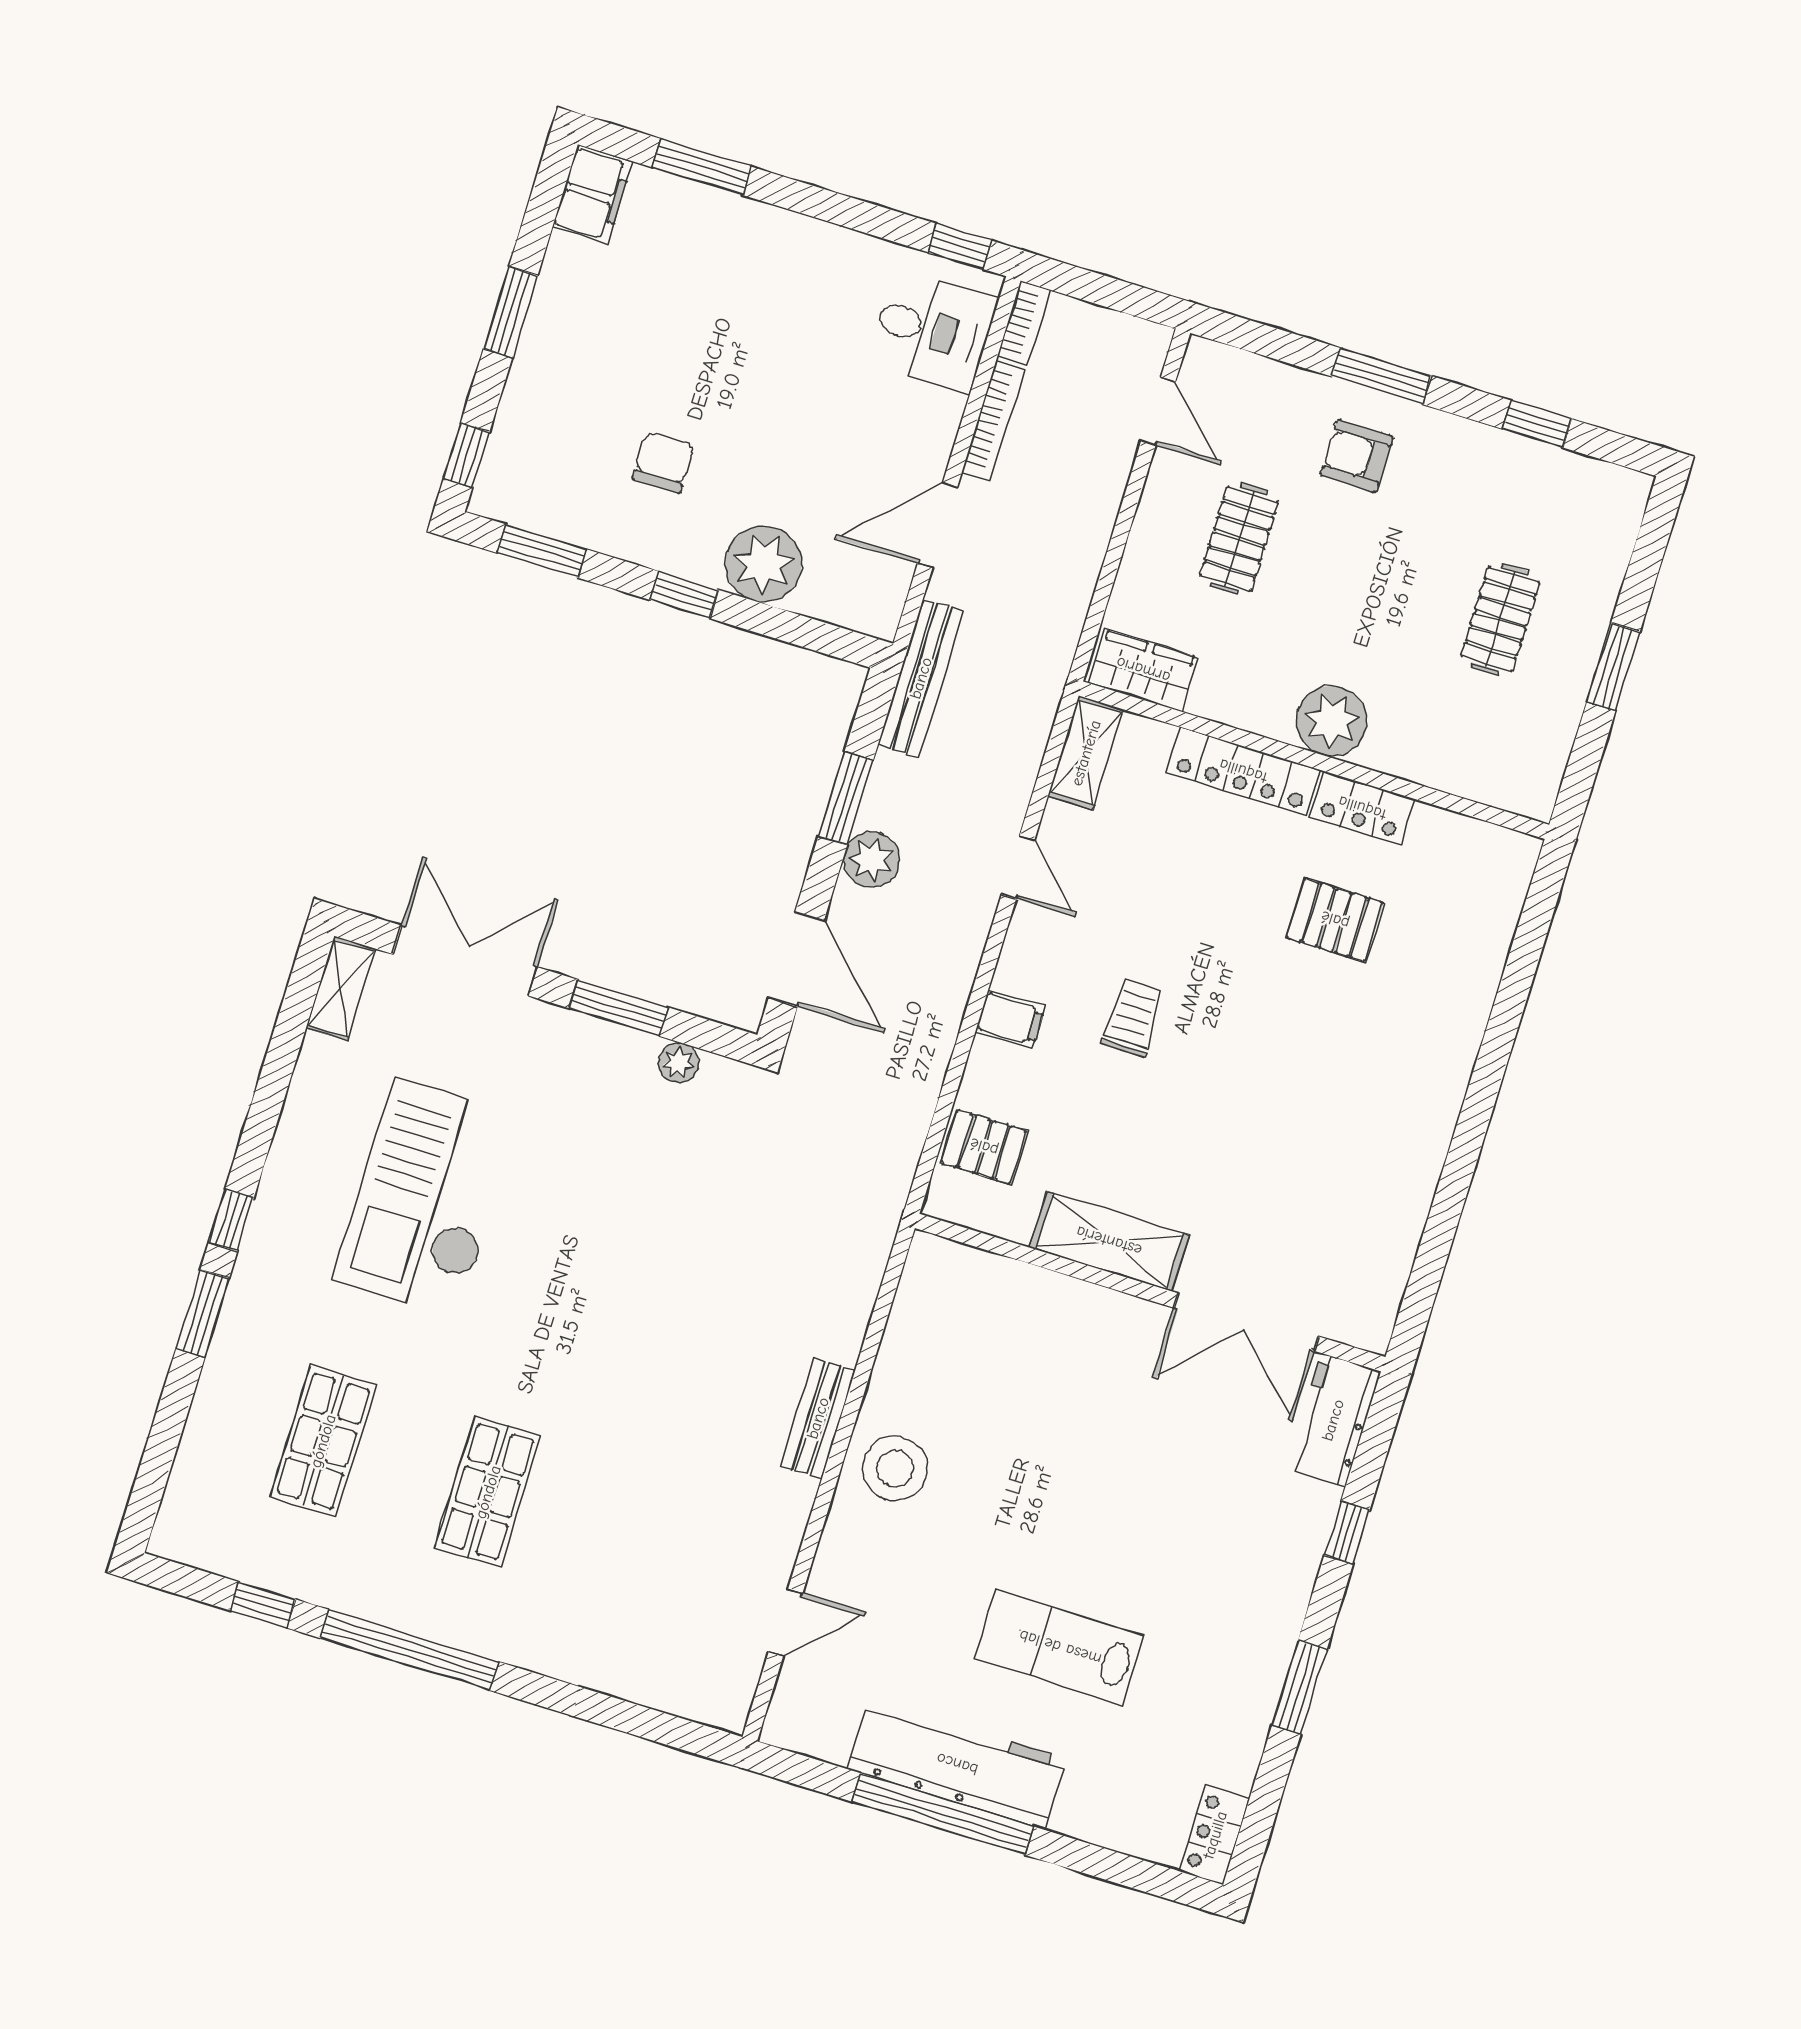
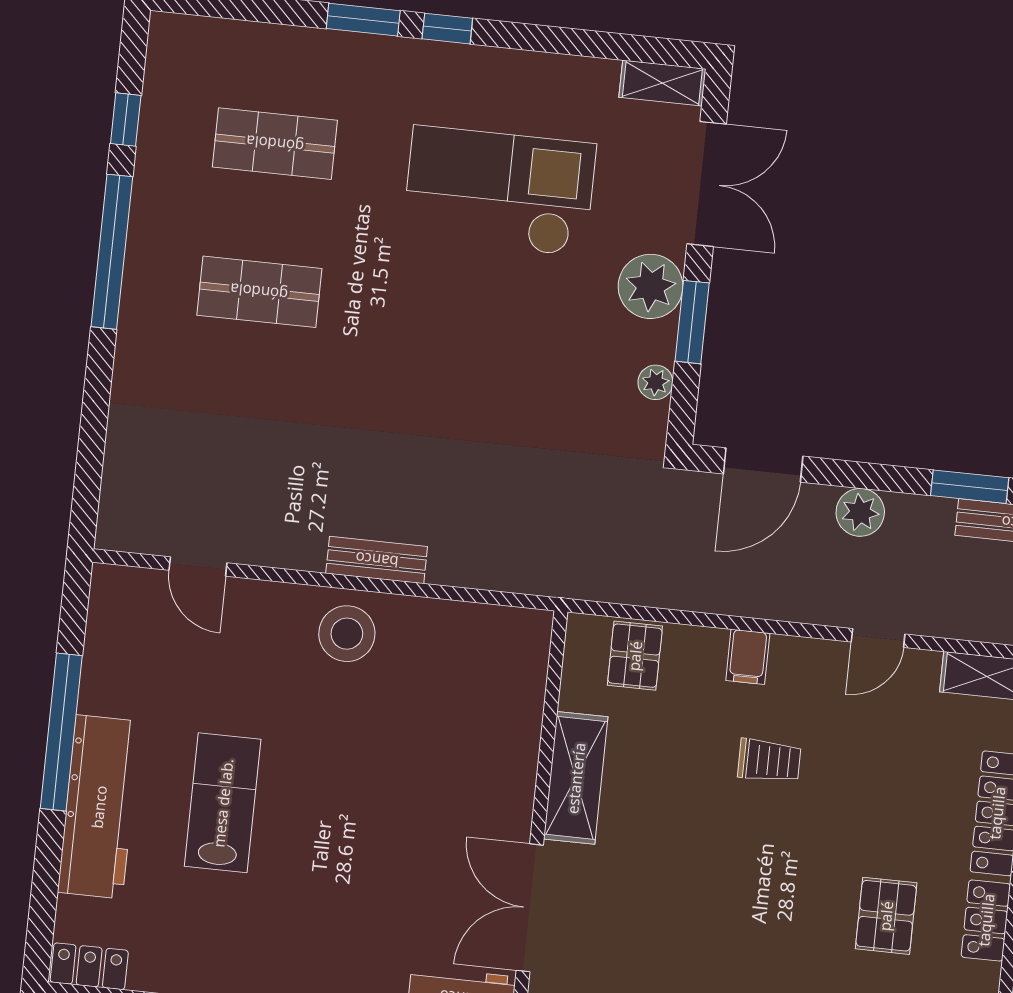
window: (846, 798) -> (970, 487), moved
plant: (569, 1047) -> (651, 286), added
workbench: (957, 1764) -> (99, 807), moved

